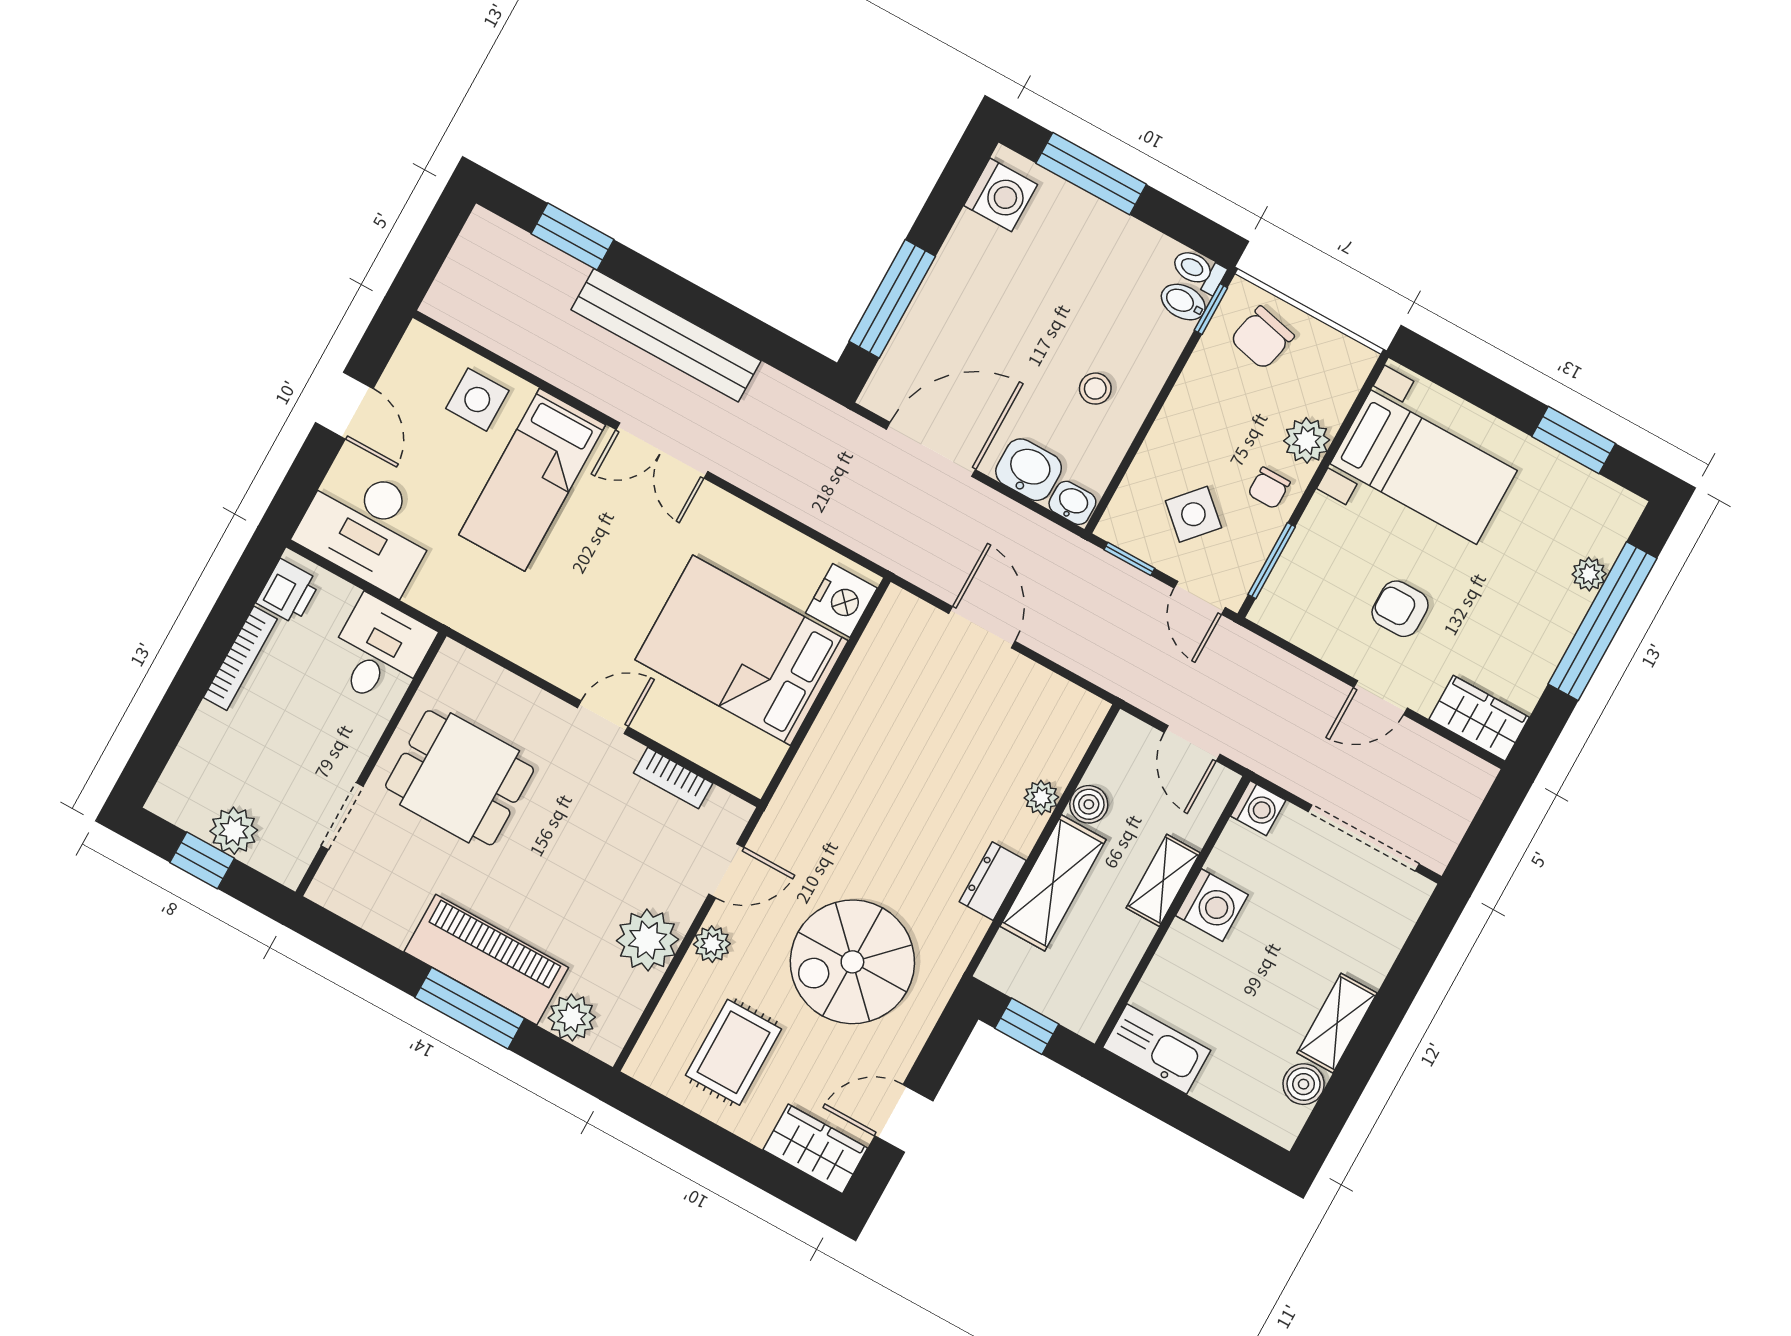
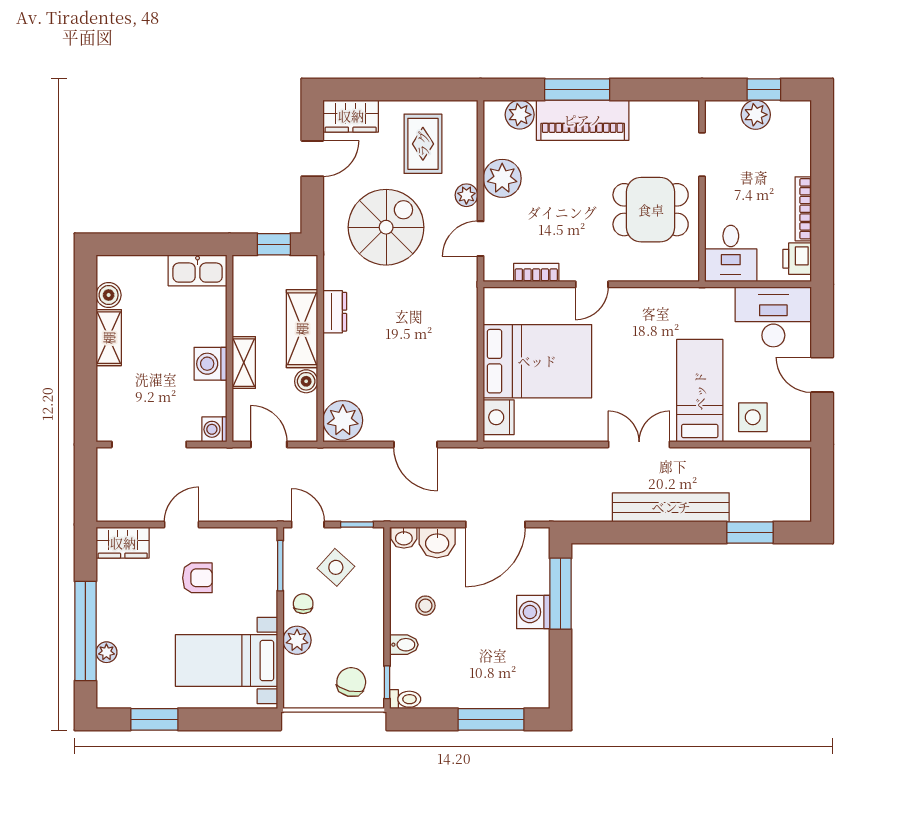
washing machine: (1001, 195) -> (533, 612), moved
bidet: (1183, 302) -> (404, 645), moved
plant: (1041, 798) -> (343, 420), moved, width x1.88, depth x1.88

